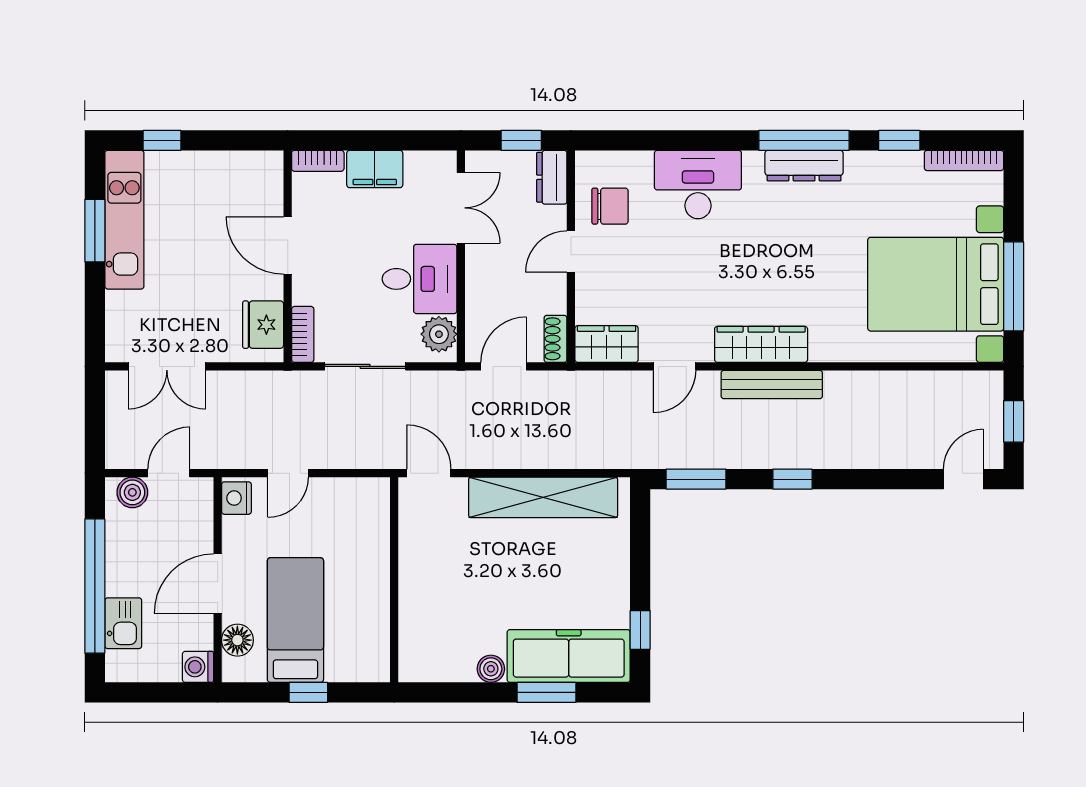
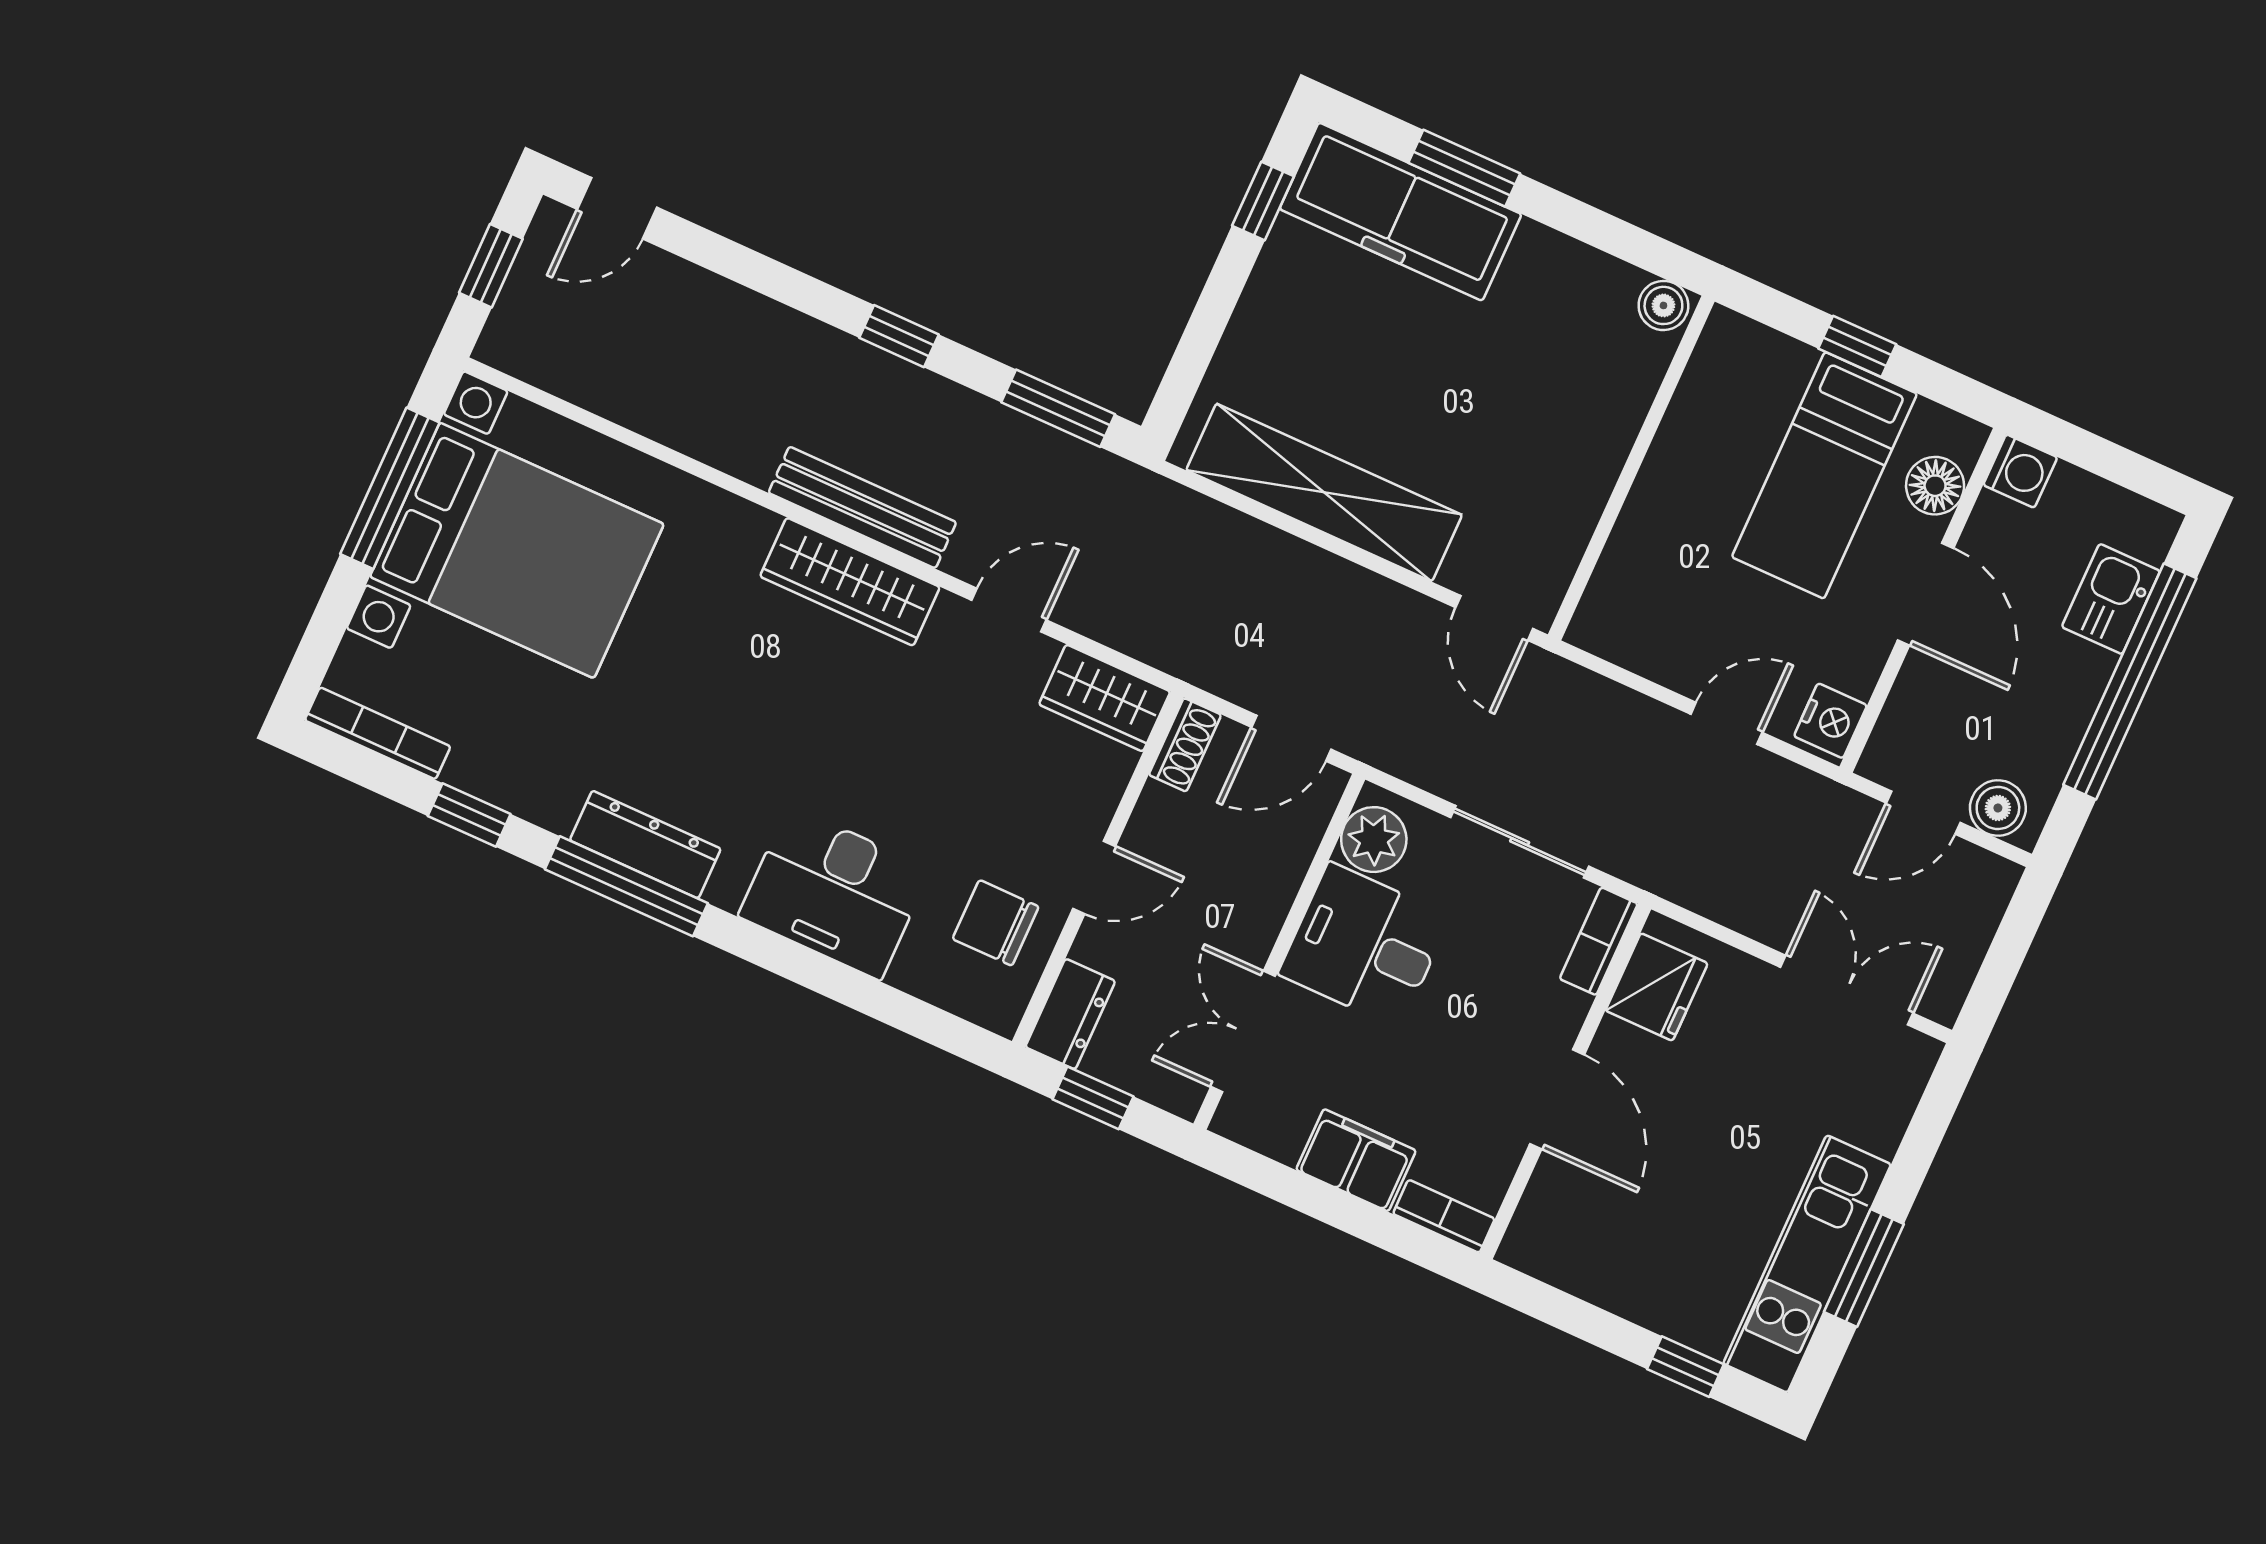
door: (218, 583) -> (1926, 594), hinge flipped
boiler: (491, 669) -> (1663, 305), moved

